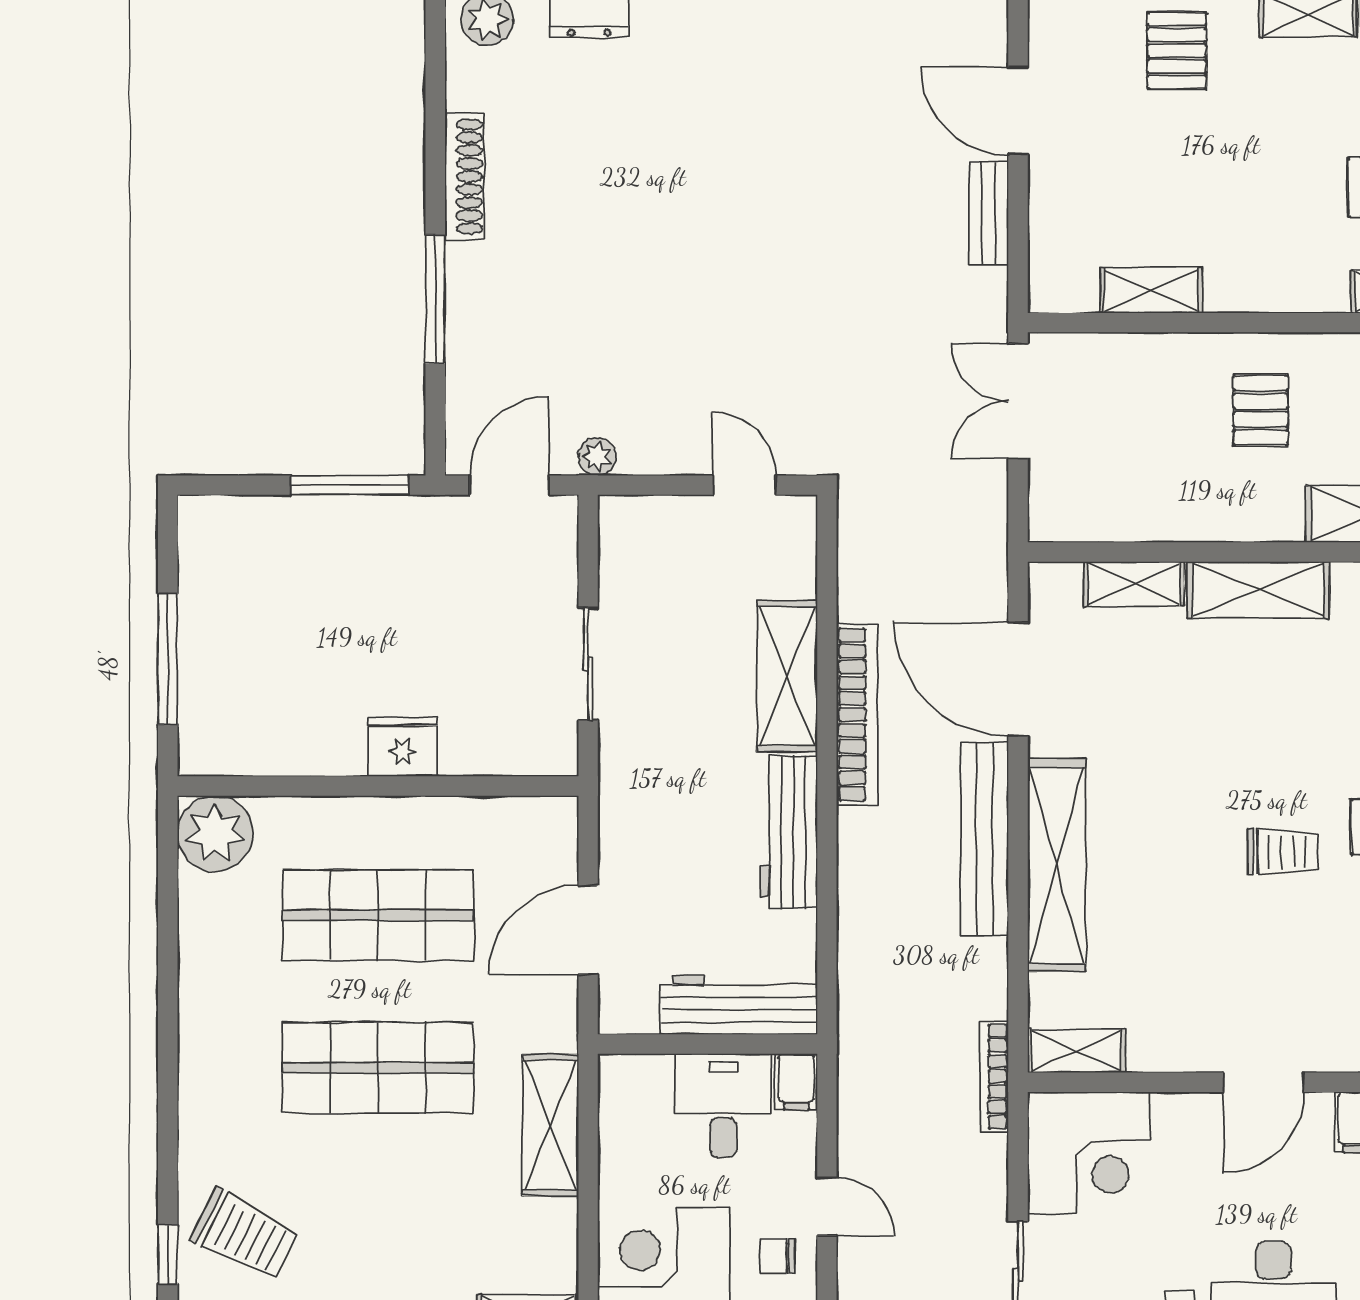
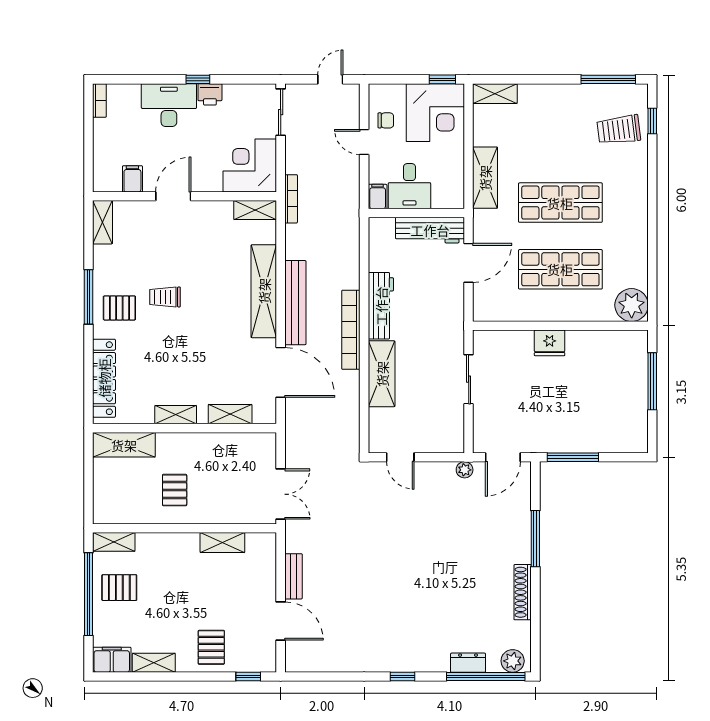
shelving: (1258, 590) -> (176, 415), width x0.67, depth x0.75
bookcase: (857, 715) -> (351, 330), moved
workbench: (739, 1005) -> (430, 230), moved
trolley: (244, 1235) -> (619, 130), turned -34

